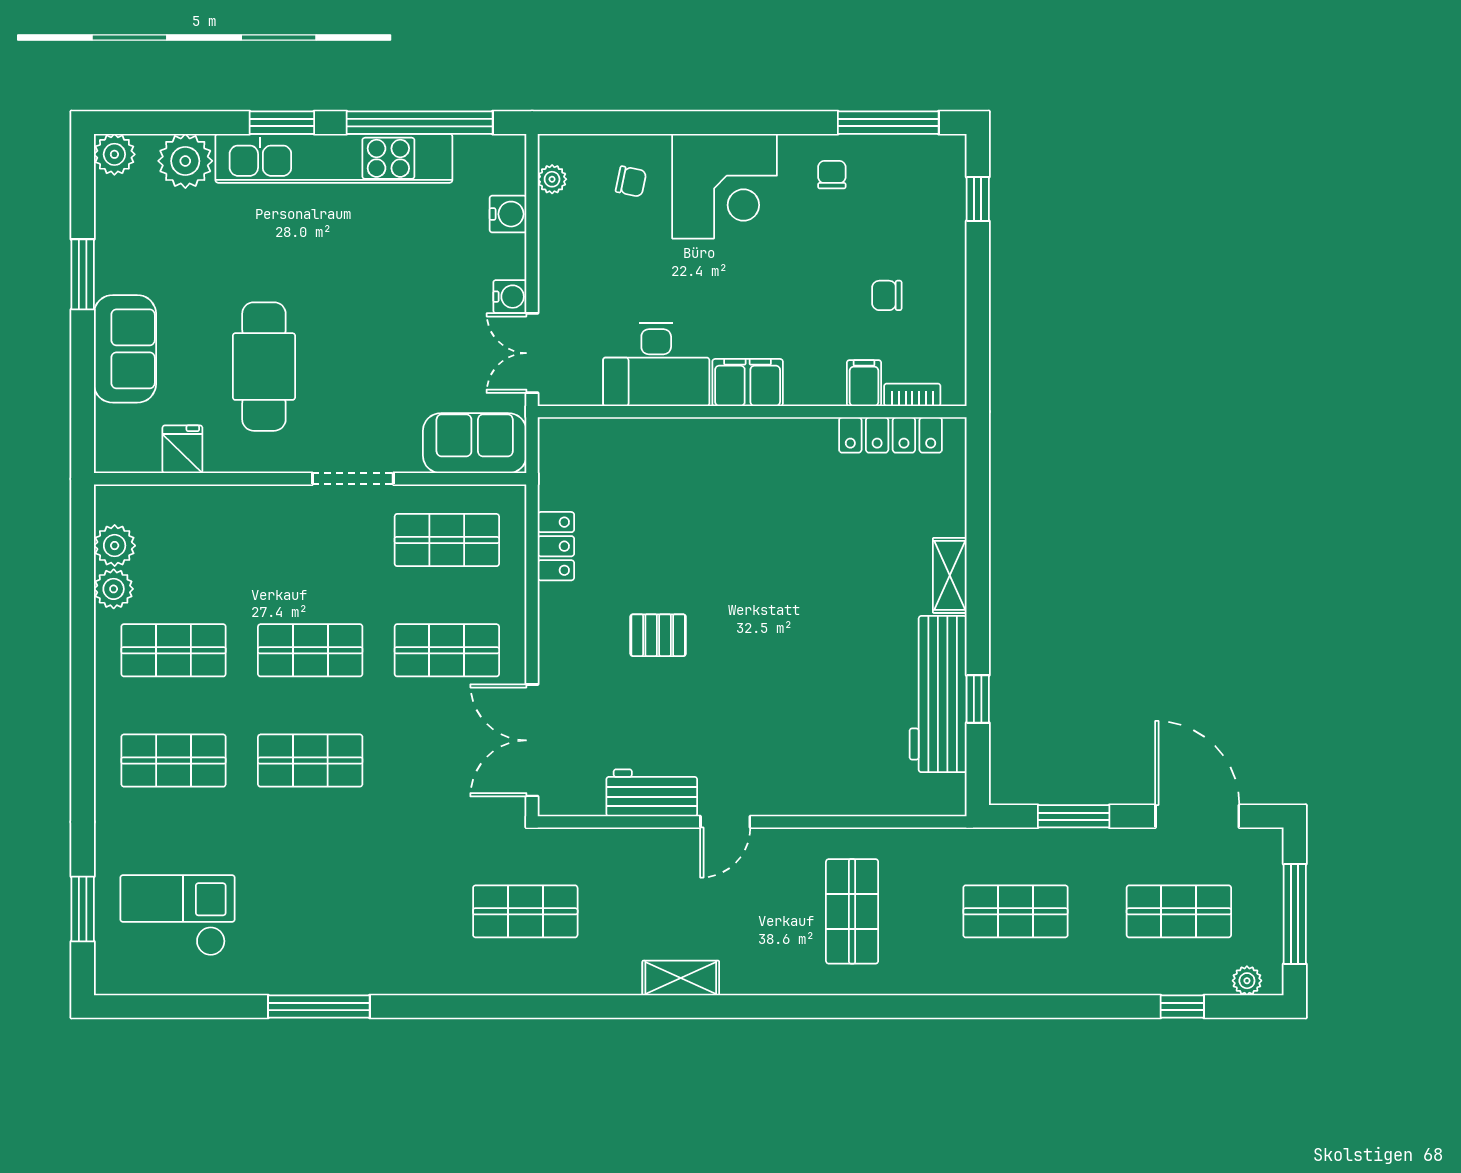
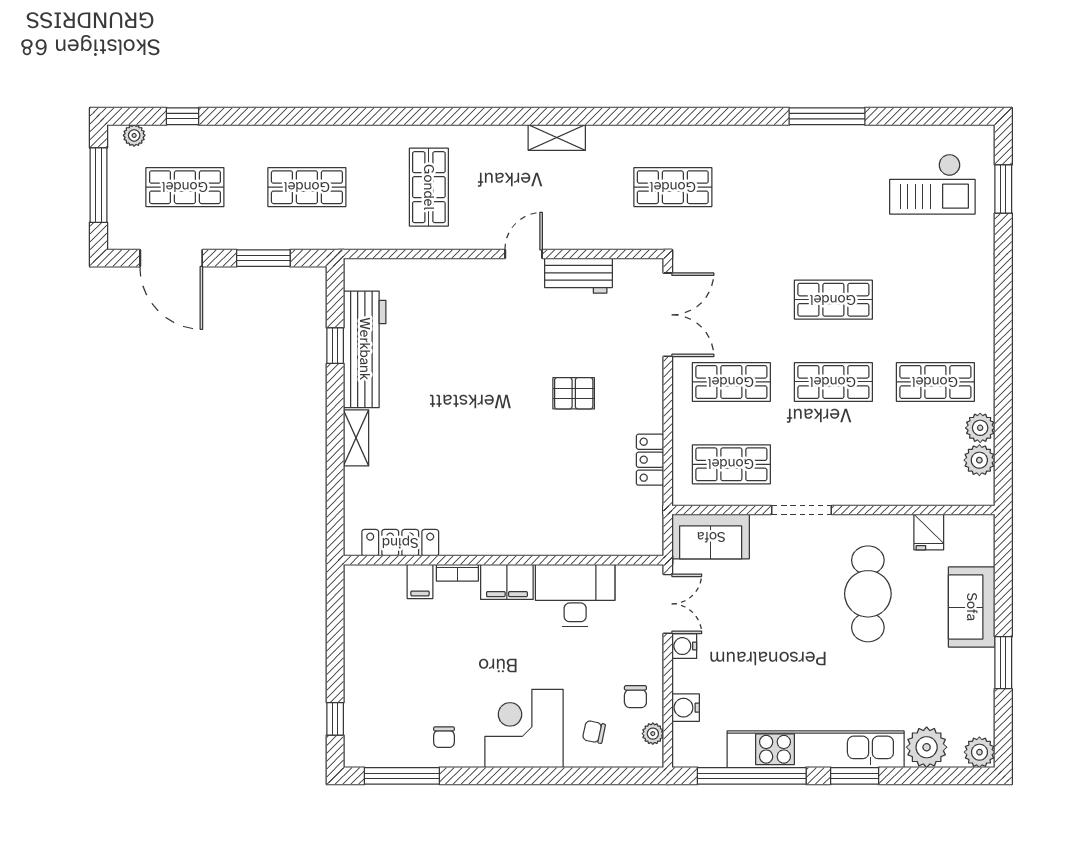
chair: (887, 295) -> (635, 697), moved, turned 90
bookcase: (912, 395) -> (457, 573), moved
shop shelf: (174, 761) -> (935, 300), removed

